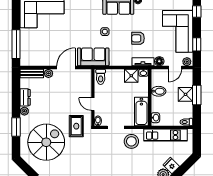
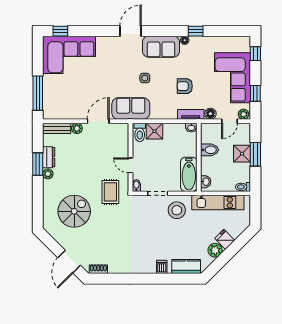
shower: (131, 76) -> (154, 131), moved
window: (16, 127) -> (38, 164), moved
spiral stairs: (46, 142) -> (74, 211), width x0.73, depth x0.73

